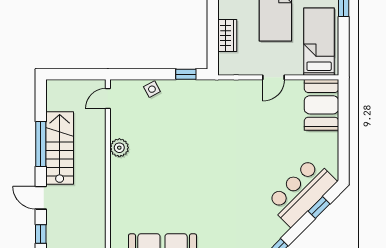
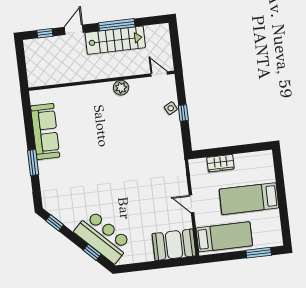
window: (186, 74) -> (183, 113), moved

